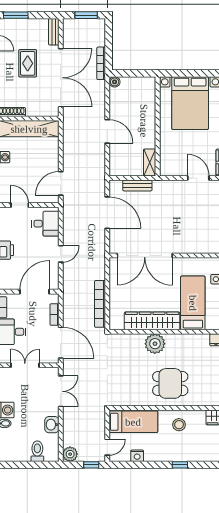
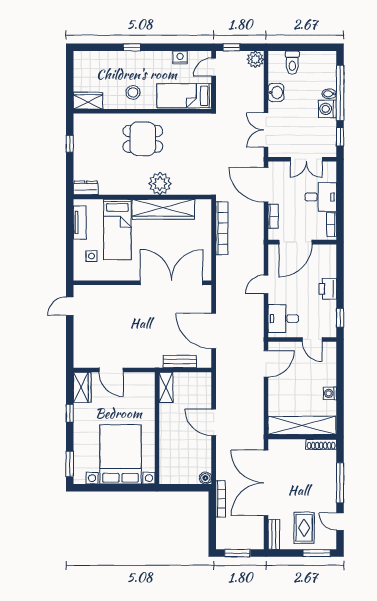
rug: (28, 63) -> (304, 528), moved

